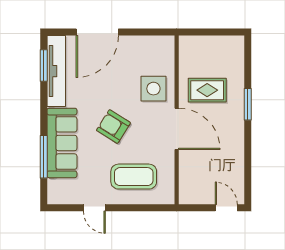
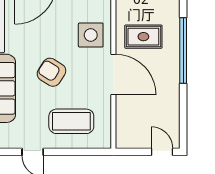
window: (248, 104) -> (183, 50), width x2.11

